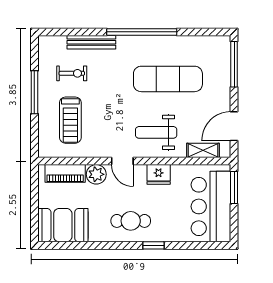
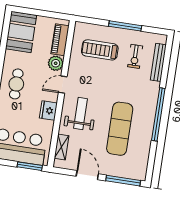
bench: (91, 42) -> (158, 62), moved
door: (234, 126) -> (87, 175), moved

